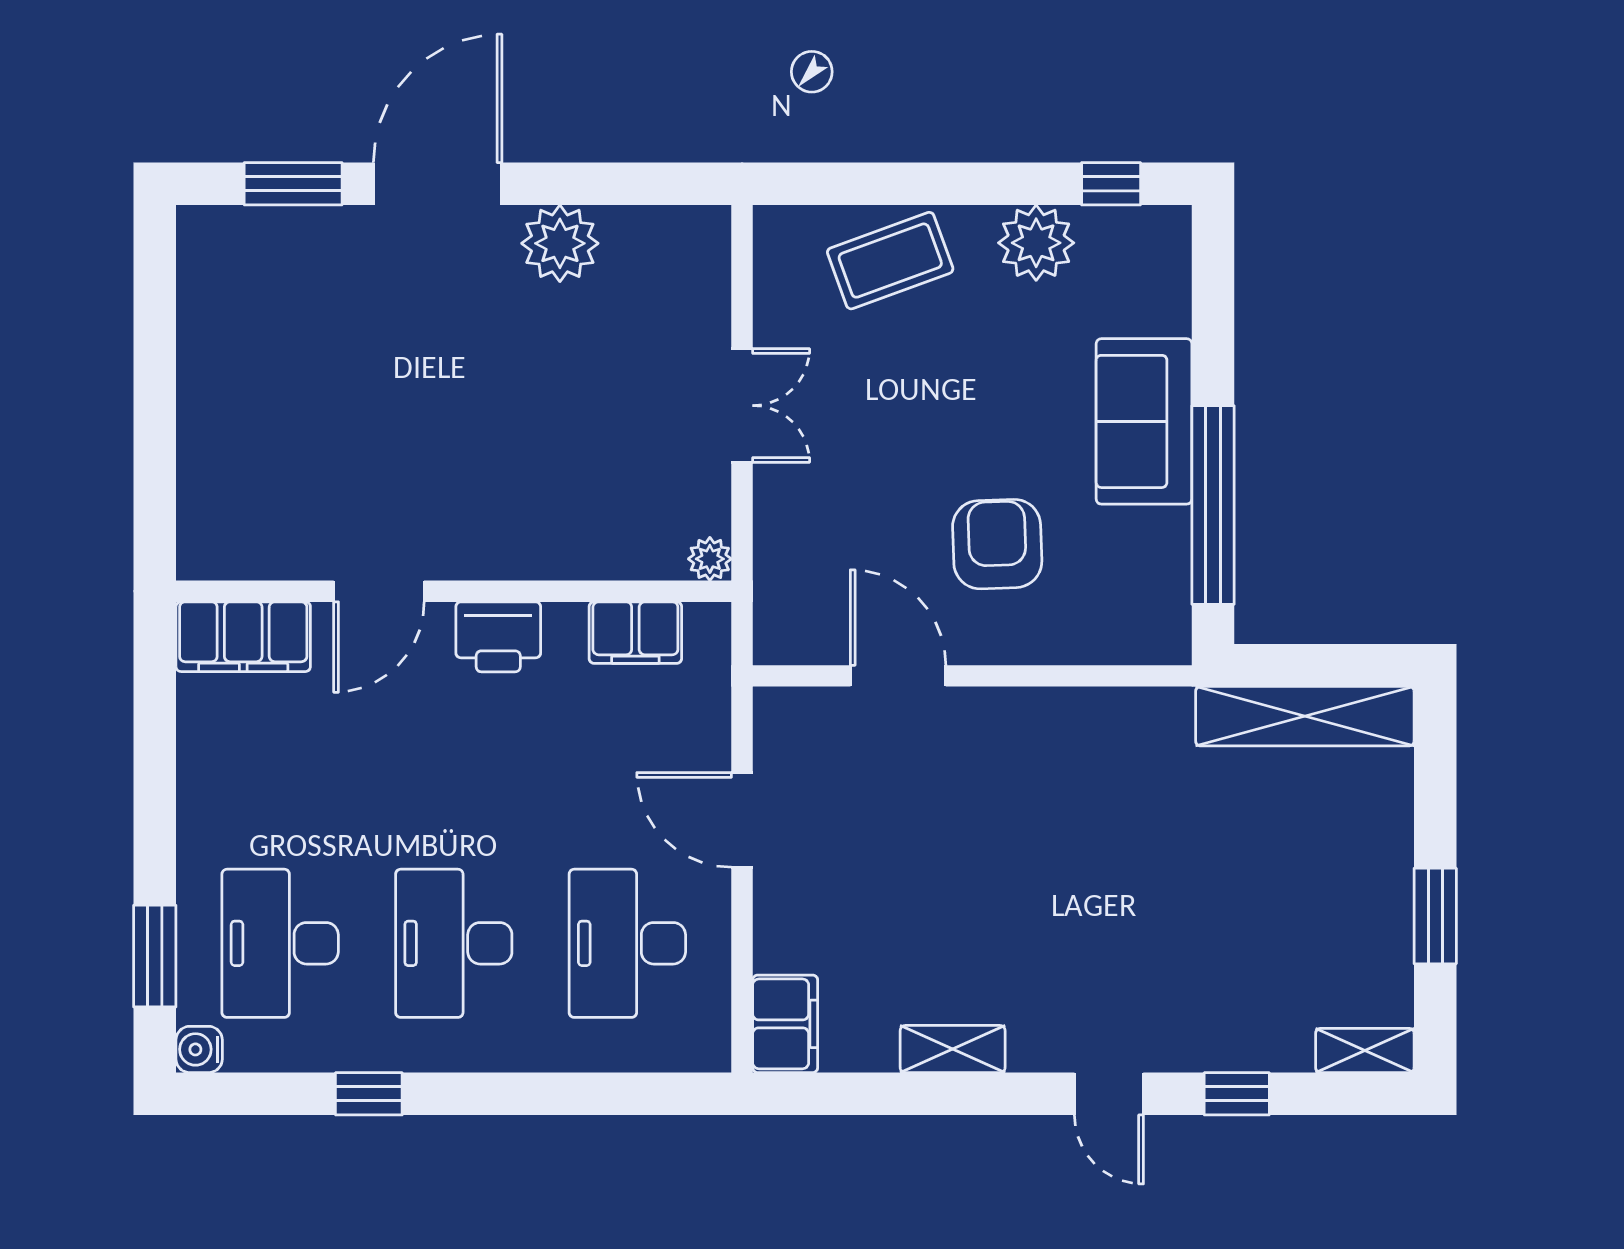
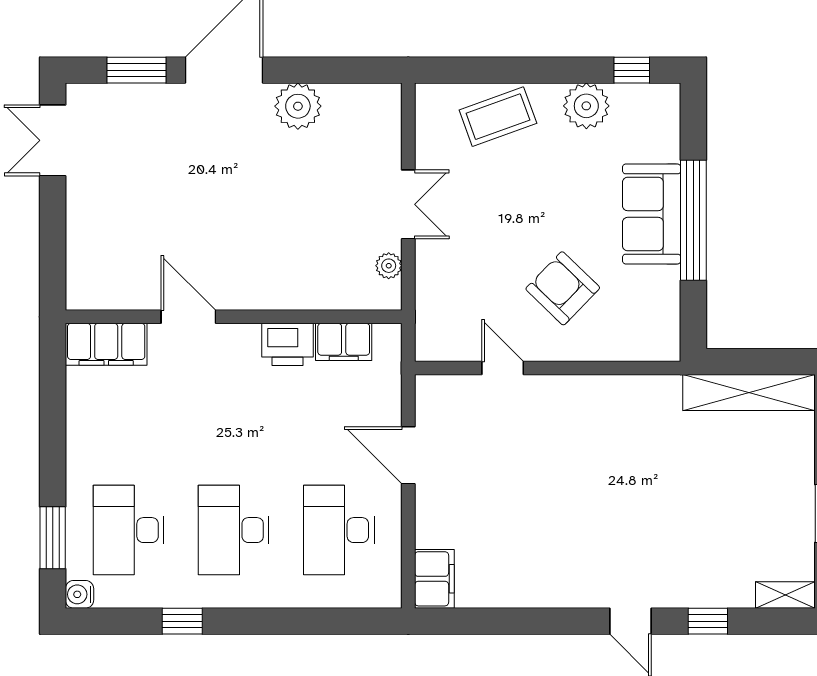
double door: (155, 300) -> (53, 140), added
window: (1213, 505) -> (693, 220), moved
armchair: (997, 544) -> (563, 288), turned -44
plant: (710, 559) -> (389, 266), moved
door: (379, 591) -> (188, 317), swing flipped
printer: (498, 637) -> (287, 344), moved
door: (898, 676) -> (503, 368), width x0.73
shelving: (953, 1049) -> (536, 594), removed

